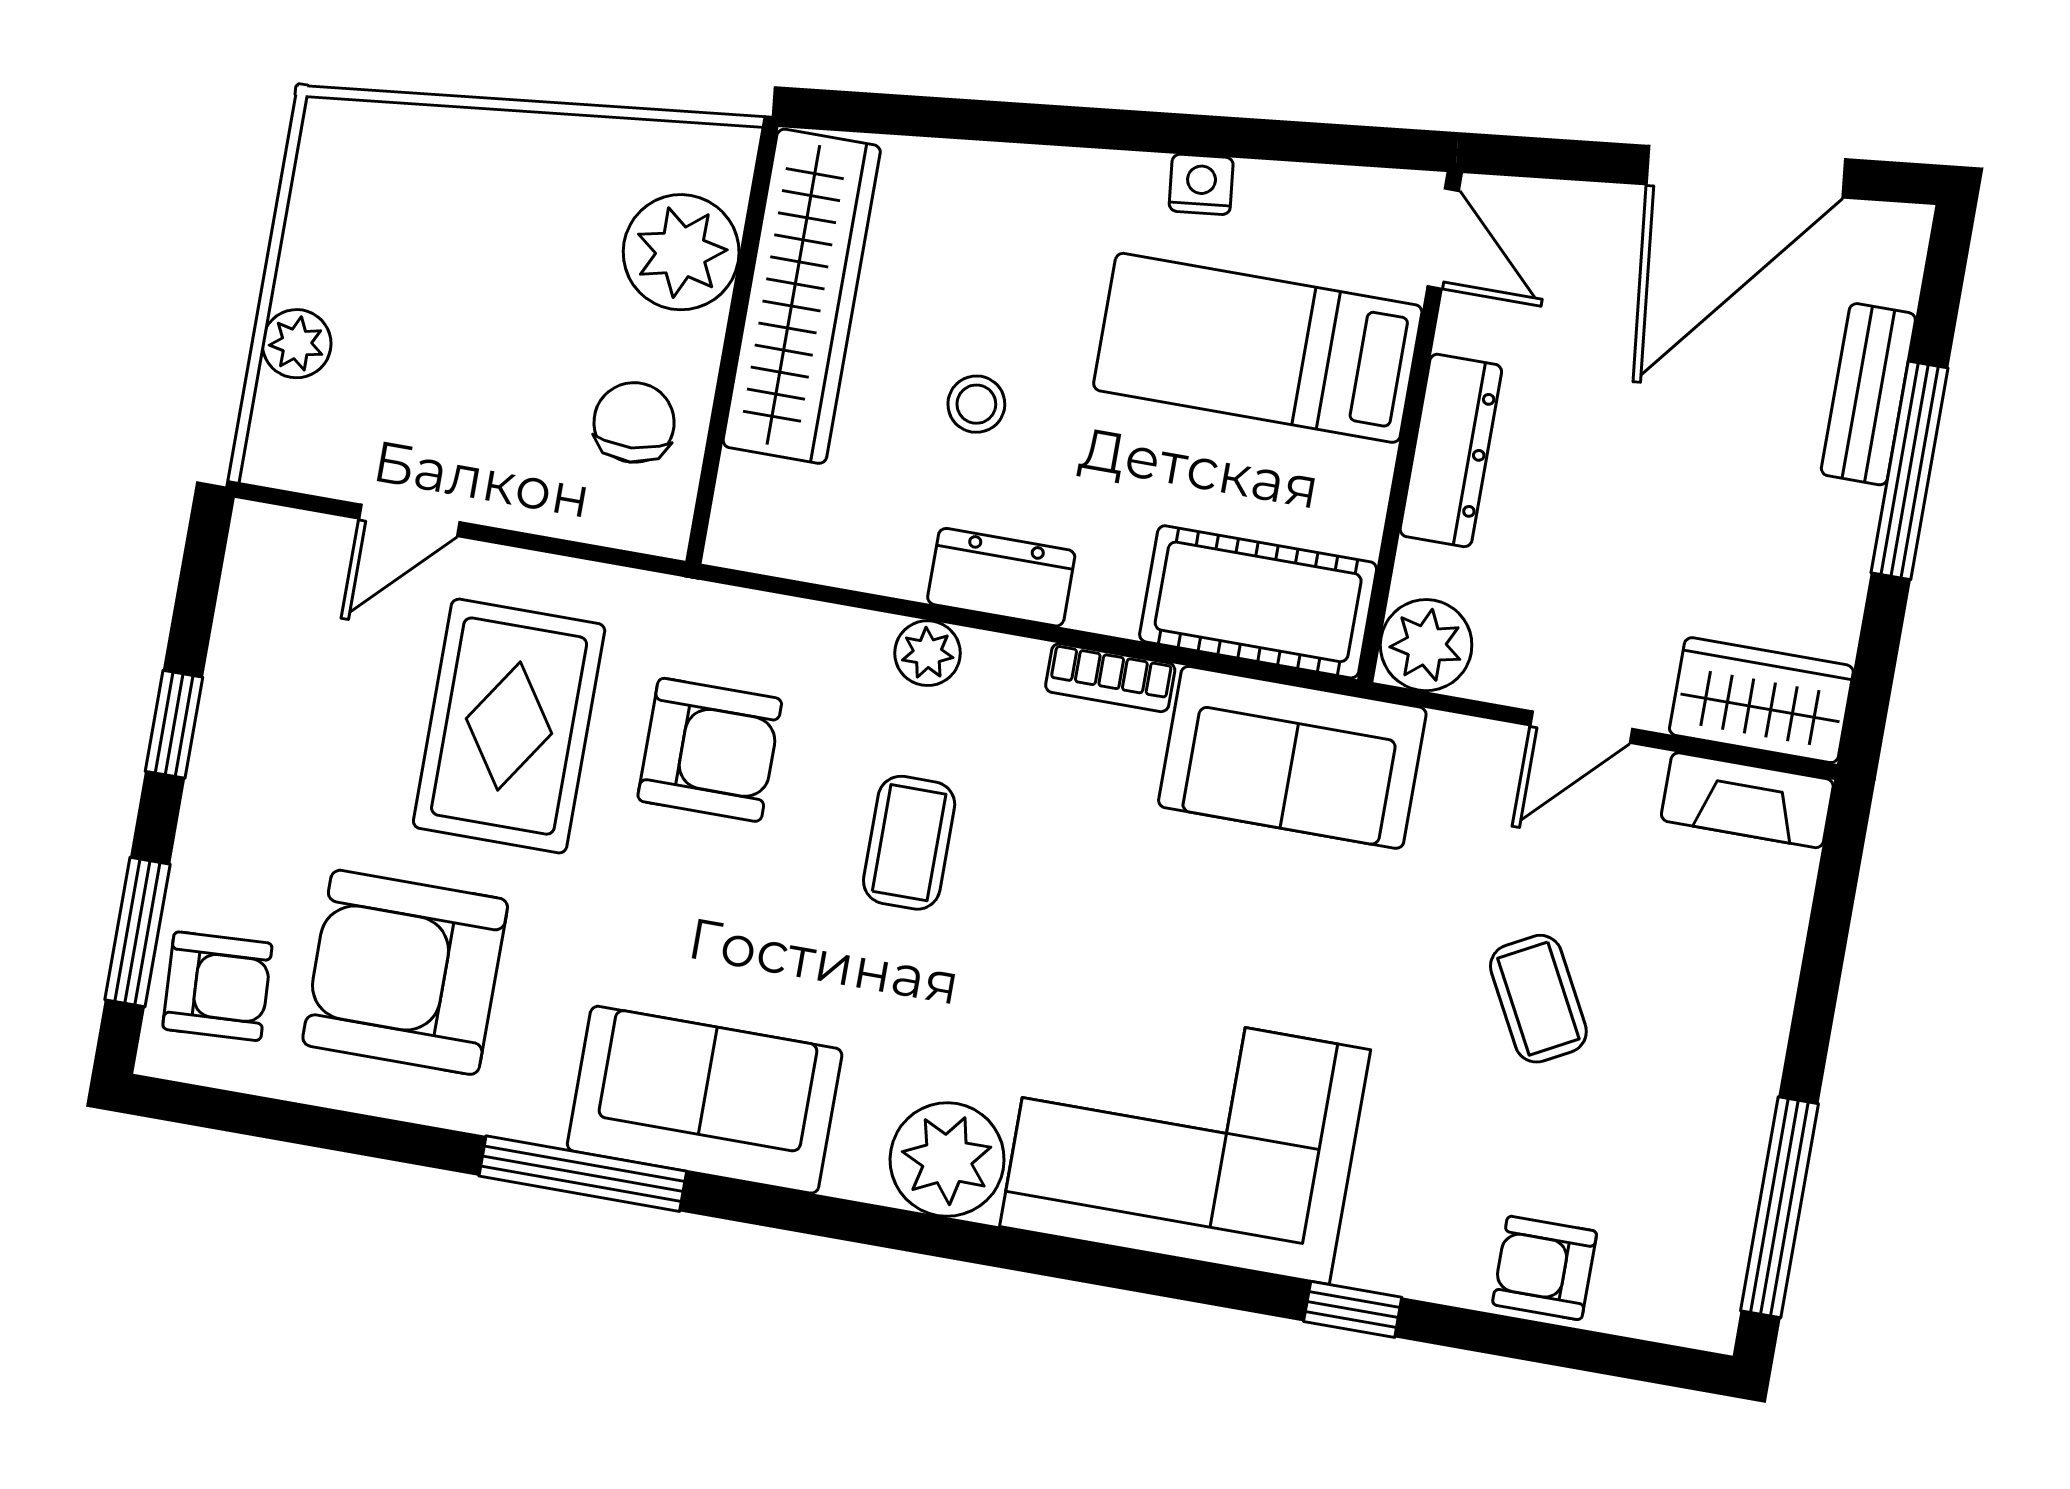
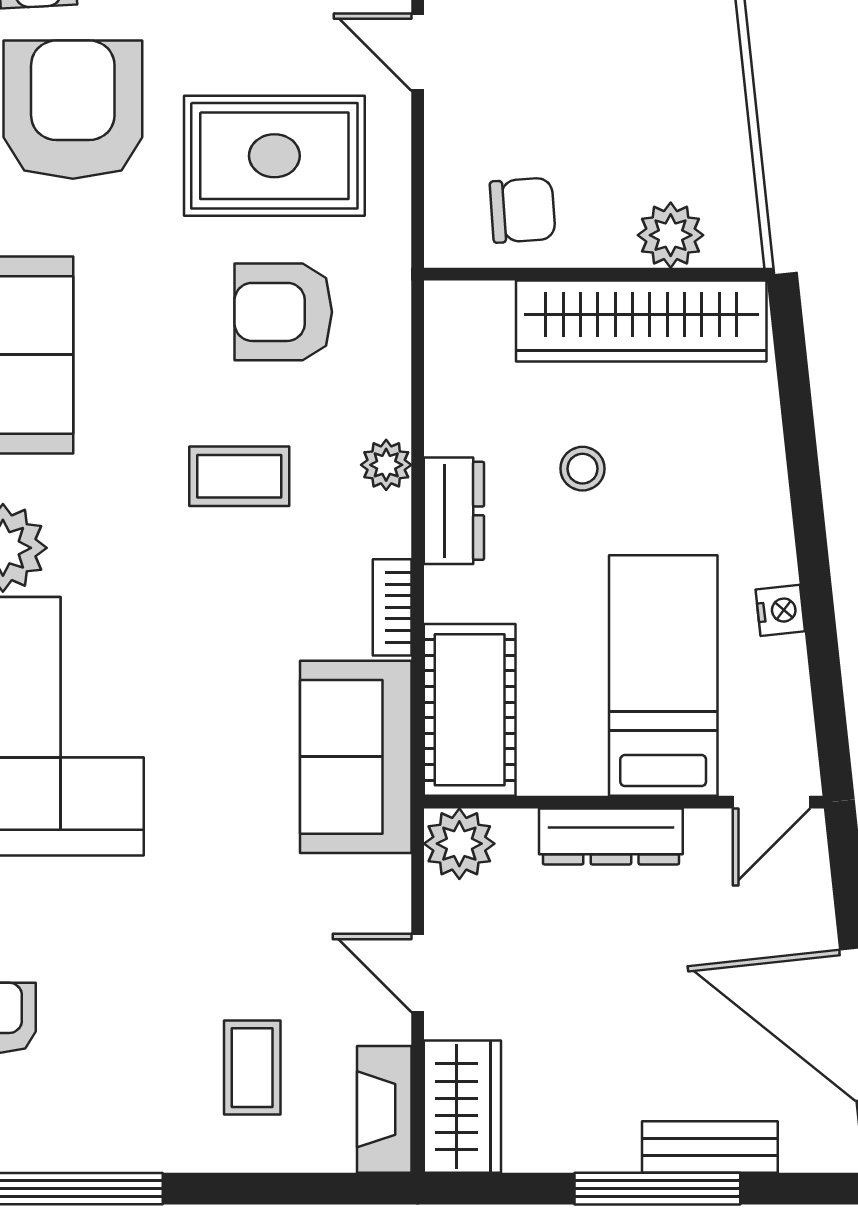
plant: (681, 252) -> (671, 235), width x0.73, depth x0.73
armchair: (710, 750) -> (283, 312), turned 90
coffee table: (1538, 999) -> (252, 1068), moved, turned -62

